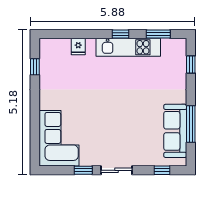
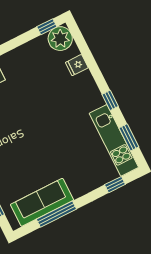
kitchen unit: (128, 47) -> (114, 140), moved
plant: (50, 49) -> (60, 39), added
window: (35, 67) -> (47, 27), moved

